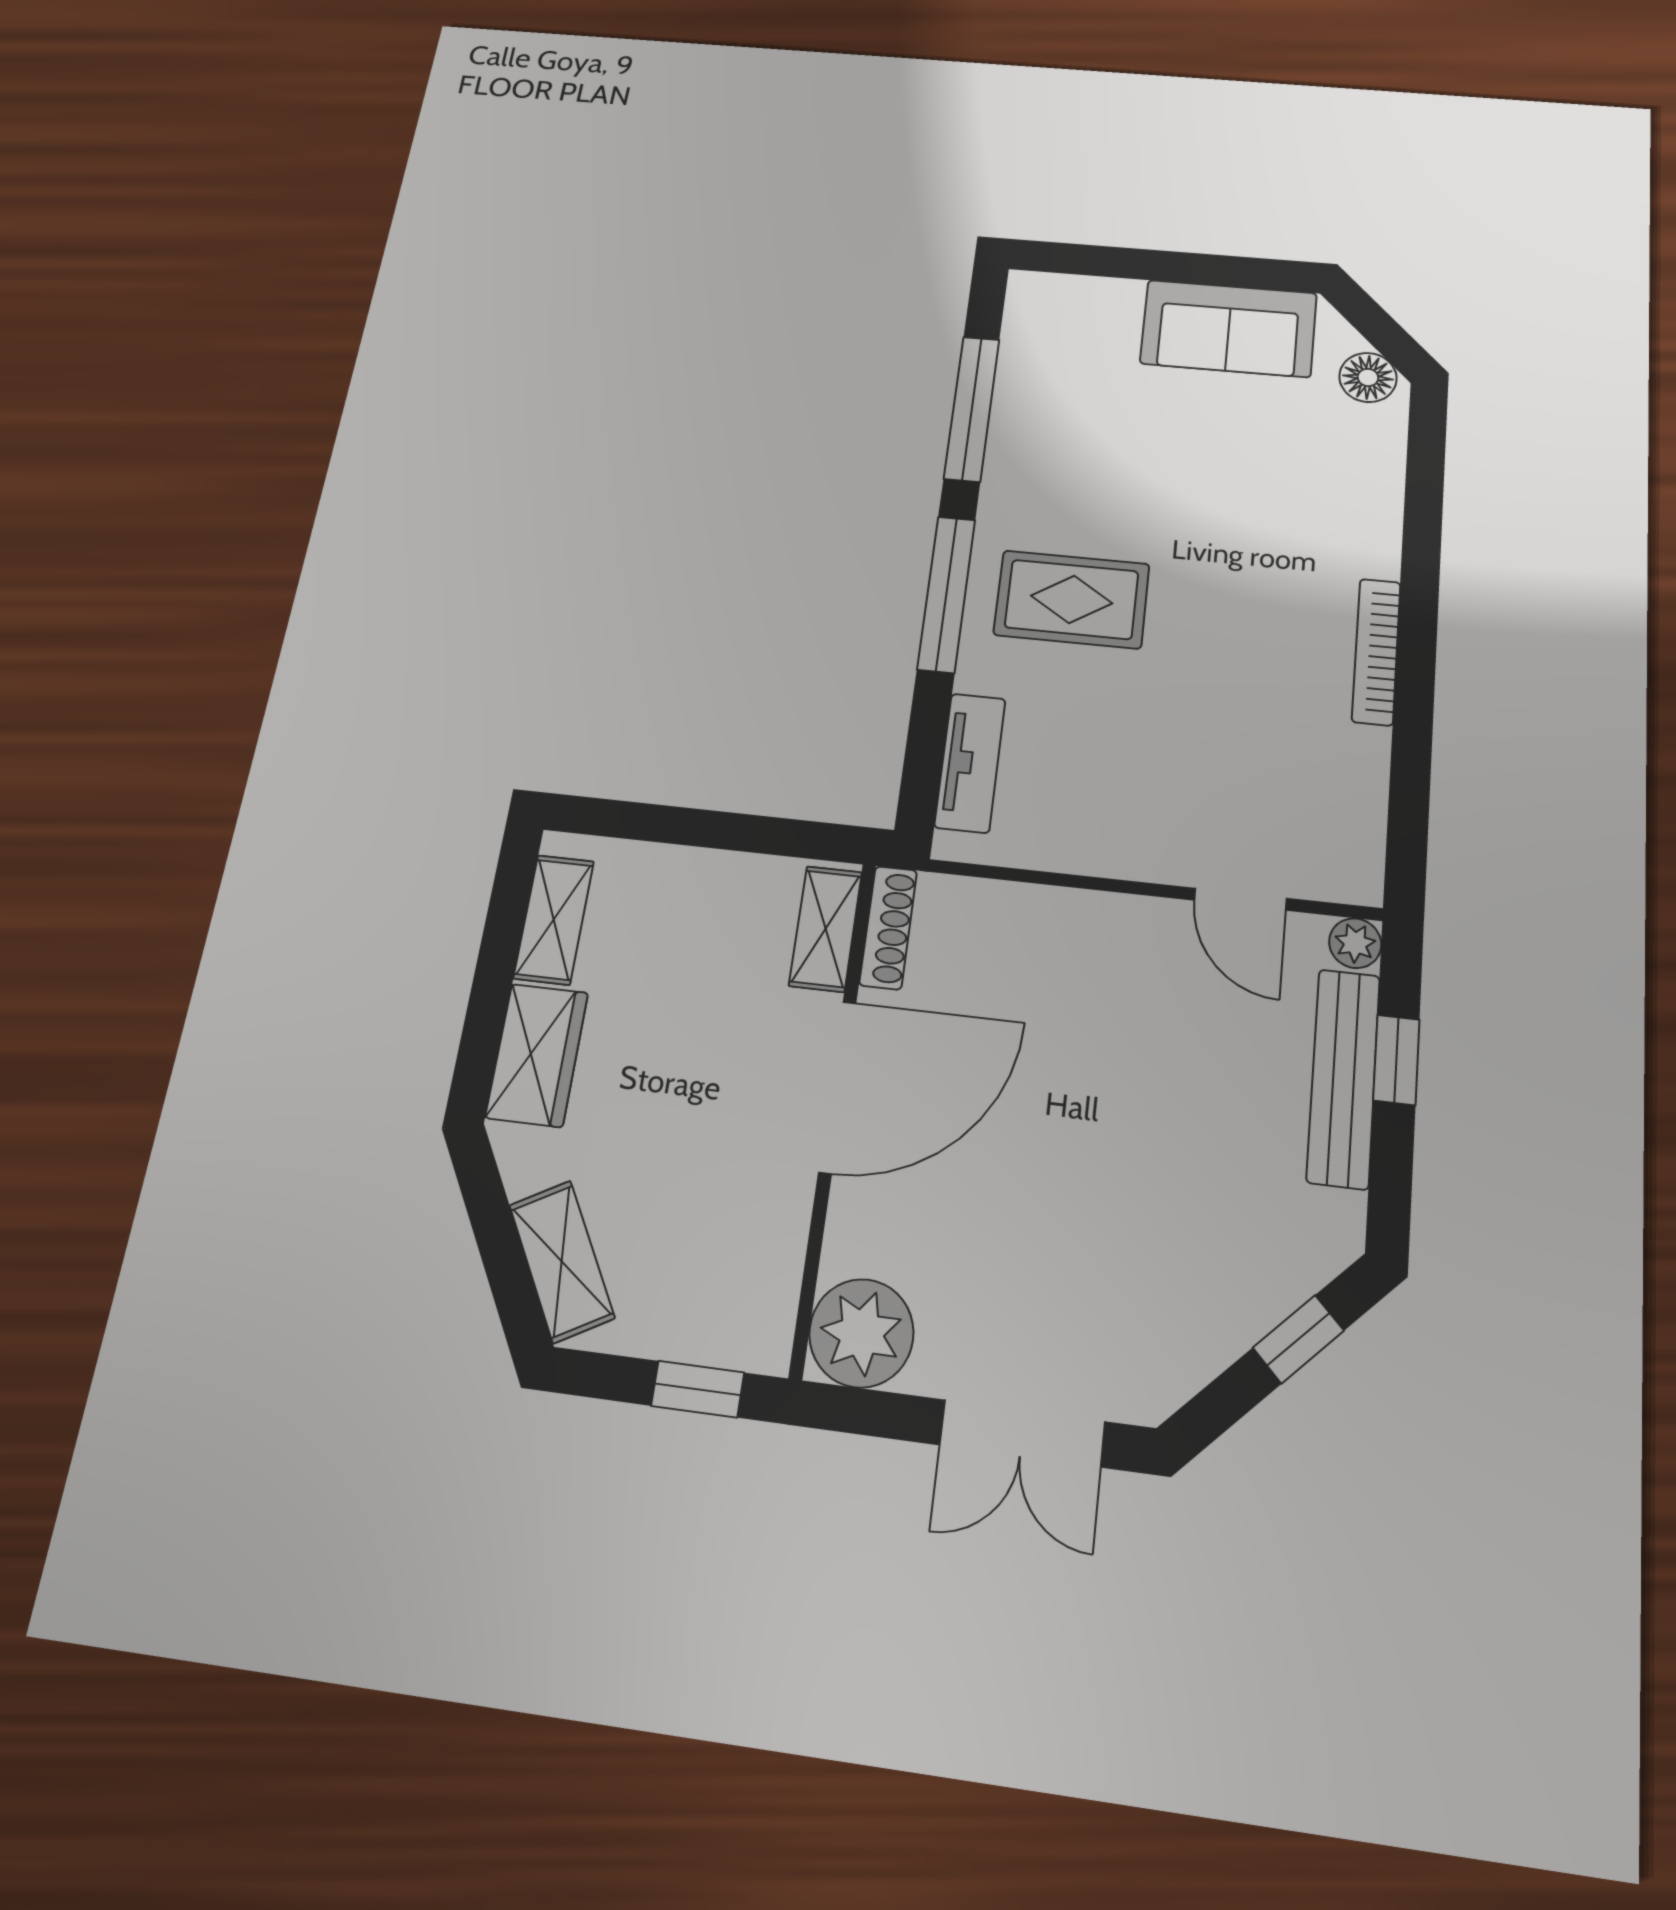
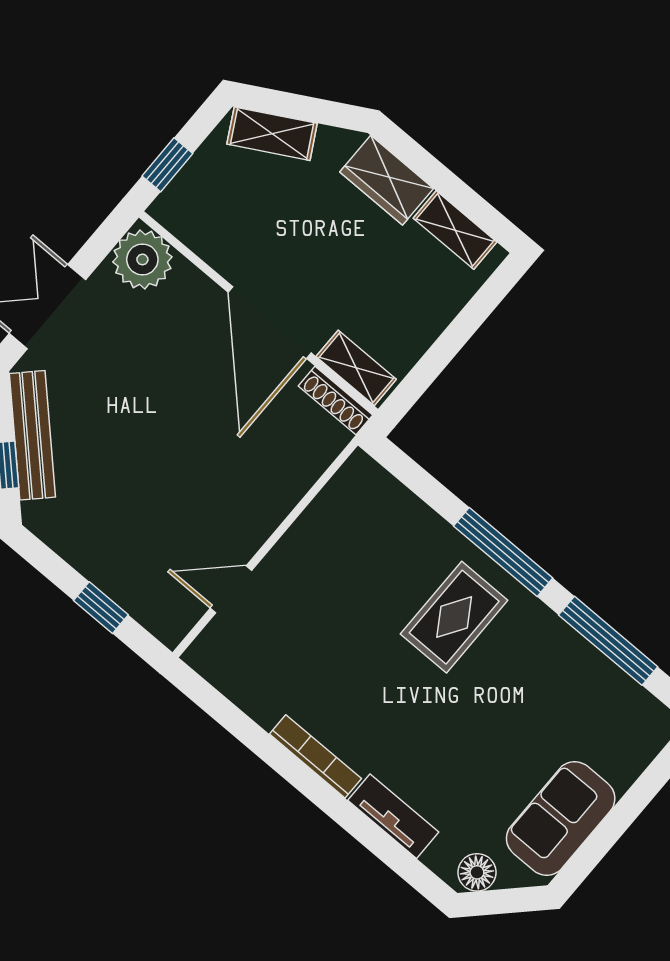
tv unit: (970, 763) -> (393, 816), moved, turned 180
plant: (1355, 943) -> (171, 630), removed
bench: (1343, 1078) -> (32, 435), moved, turned 45

